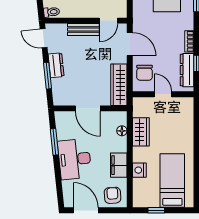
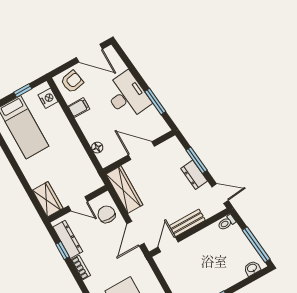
door: (130, 44) -> (136, 234), hinge flipped
wardrobe: (141, 132) -> (48, 199), moved, turned 180
filing cabinet: (119, 165) -> (79, 108), width x0.50
nightstand: (139, 170) -> (48, 98), moved
armchair: (113, 195) -> (72, 82), turned -97

